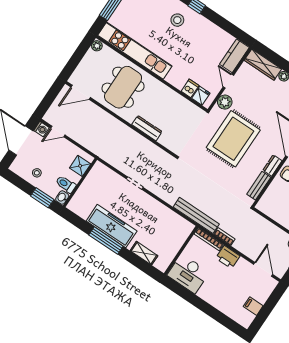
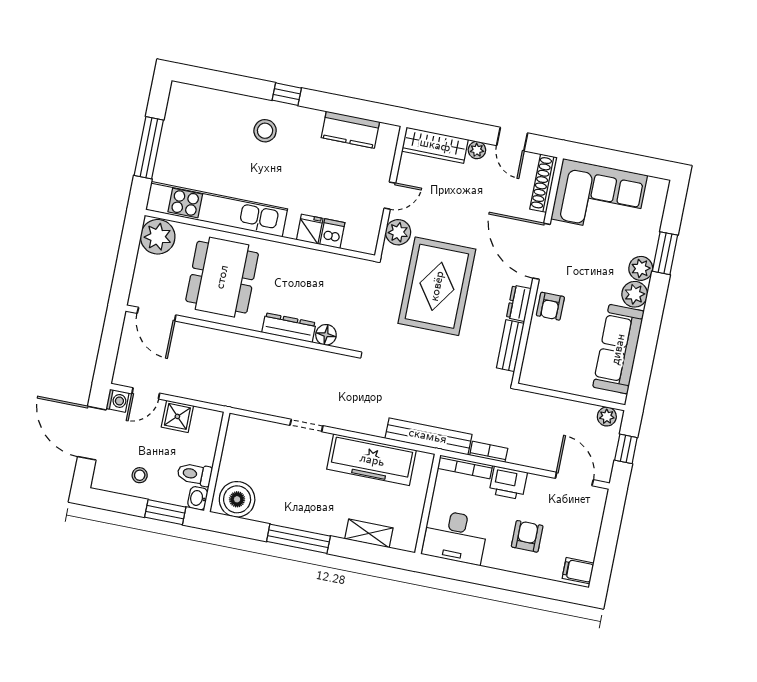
plant: (97, 46) -> (158, 237), width x1.88, depth x1.88
kitchen counter: (234, 56) -> (350, 130), moved, turned -90
door: (228, 81) -> (390, 196), swing flipped
door: (81, 92) -> (157, 314), hinge flipped
fridge: (201, 96) -> (310, 229), moved
floor lamp: (165, 140) -> (326, 335), added
shower: (80, 166) -> (177, 416), moved
boiler: (82, 207) -> (237, 499), added
freezer: (112, 226) -> (372, 460), moved, turned 180
armchair: (226, 289) -> (527, 536), added
filing cabinet: (253, 306) -> (578, 571), moved

